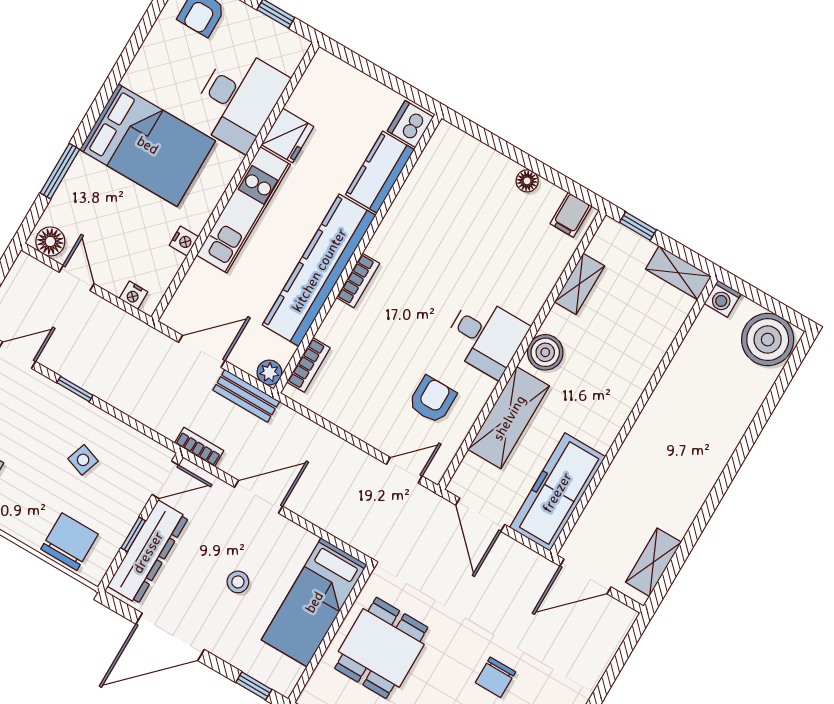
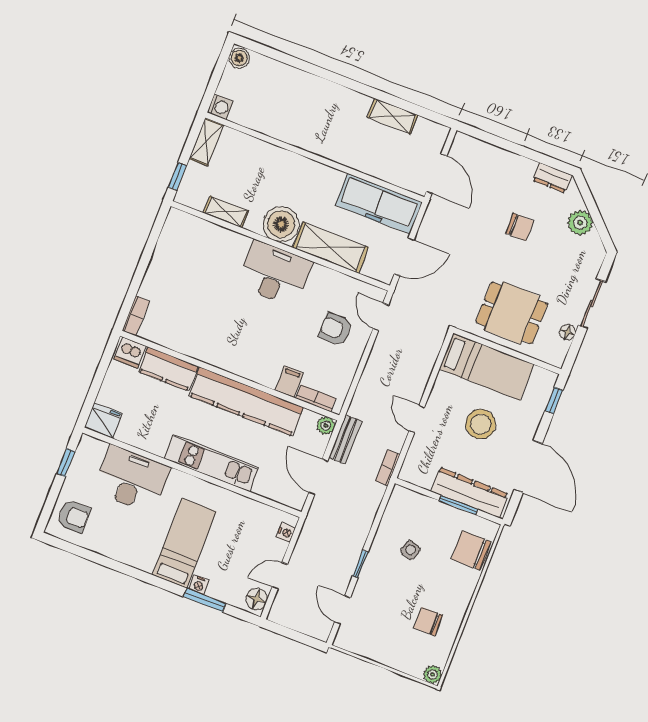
fridge: (288, 136) -> (103, 421), moved
bed: (148, 145) -> (184, 543), width x0.67
floor lamp: (527, 181) -> (158, 262), removed
filing cabinet: (571, 215) -> (289, 382), moved, turned -90
nightstand: (184, 241) -> (199, 585), moved, turned 180
bookcase: (358, 280) -> (136, 316), moved, turned 90
desk: (486, 336) -> (275, 274), width x1.37
boiler: (768, 340) -> (239, 58), width x0.54, depth x0.54
boiler: (545, 352) -> (281, 224), width x1.37, depth x1.37
armchair: (432, 400) -> (335, 329), moved
door: (165, 480) -> (415, 488), removed
door: (259, 497) -> (417, 419), width x0.73
window: (133, 534) -> (458, 505), width x1.50
shelving: (653, 562) -> (393, 116), moved
stool: (238, 582) -> (481, 424), width x1.89, depth x1.89

